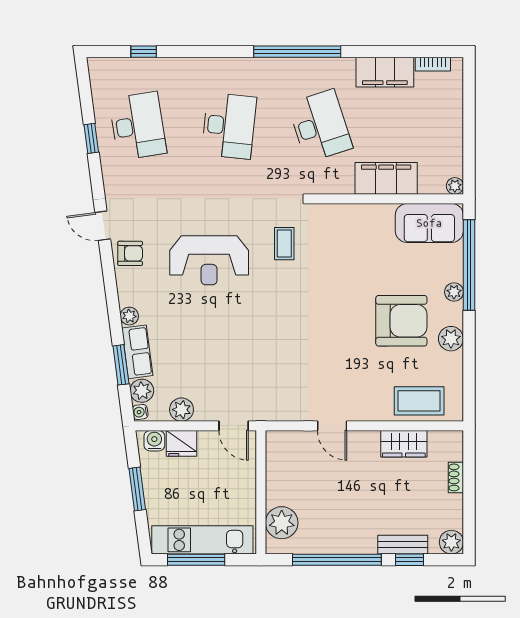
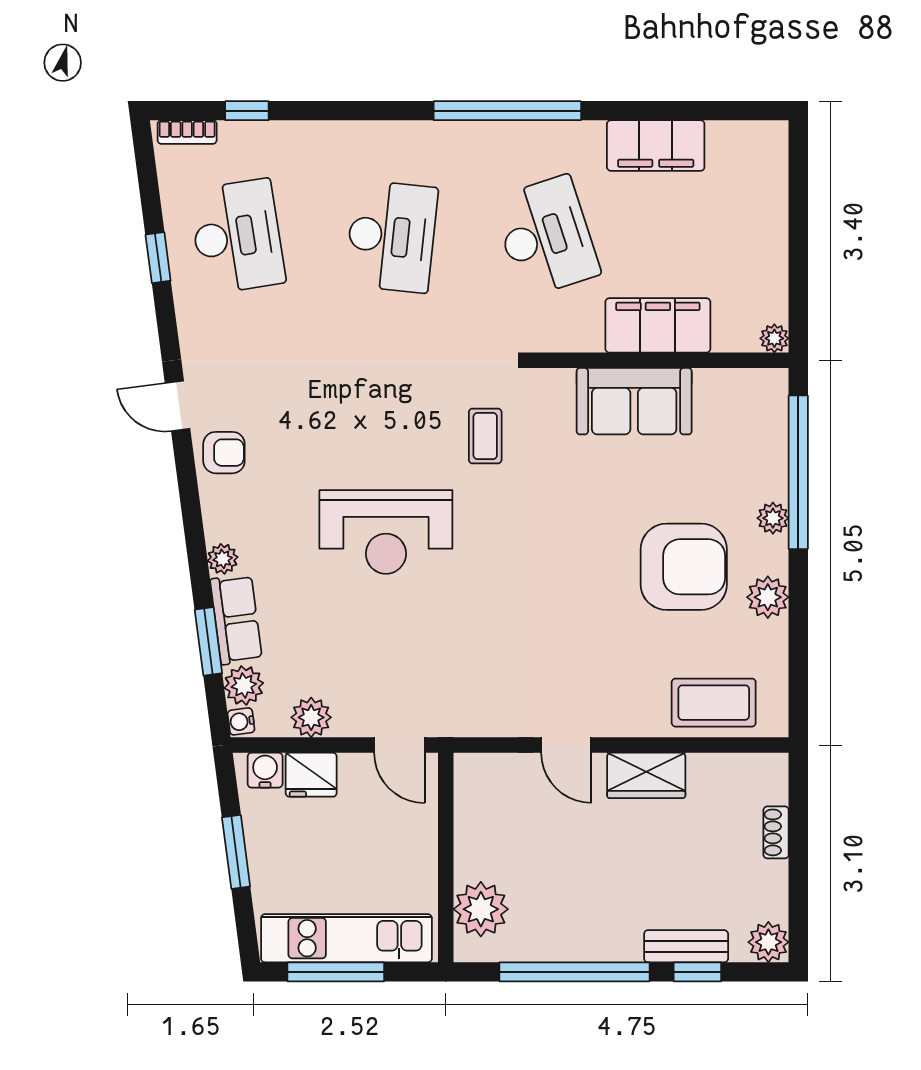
bookcase: (433, 64) -> (187, 132), moved
sofa: (429, 223) -> (634, 401), moved
reception desk: (209, 260) -> (386, 532), moved
wardrobe: (404, 444) -> (646, 775), moved

